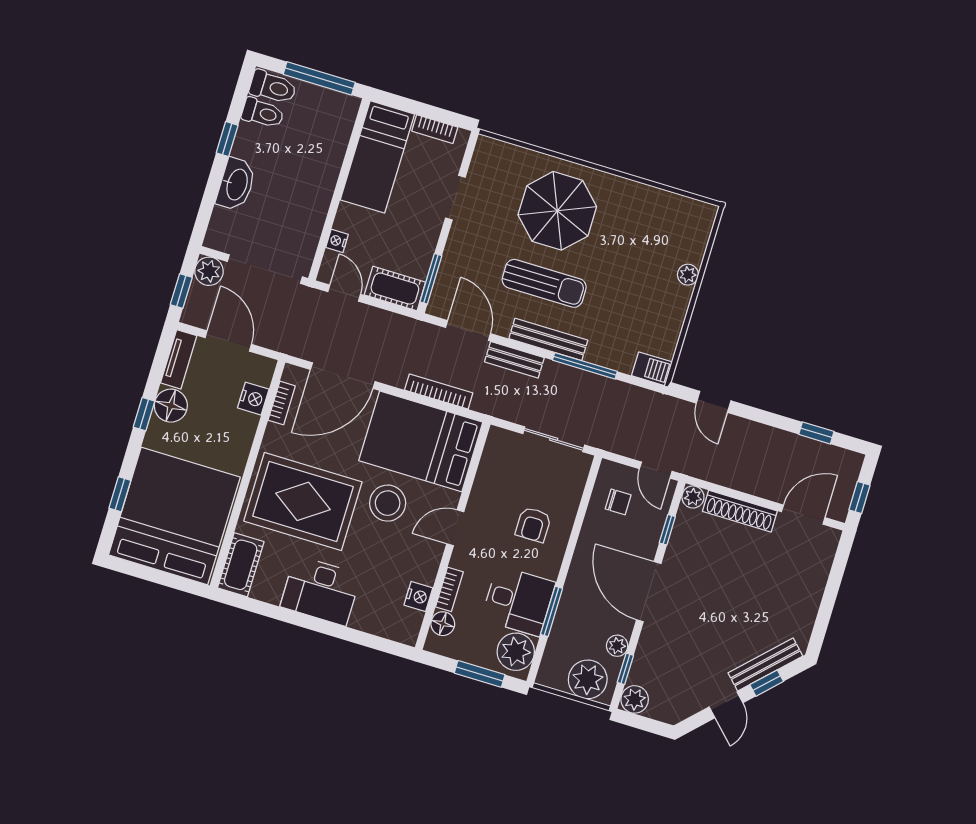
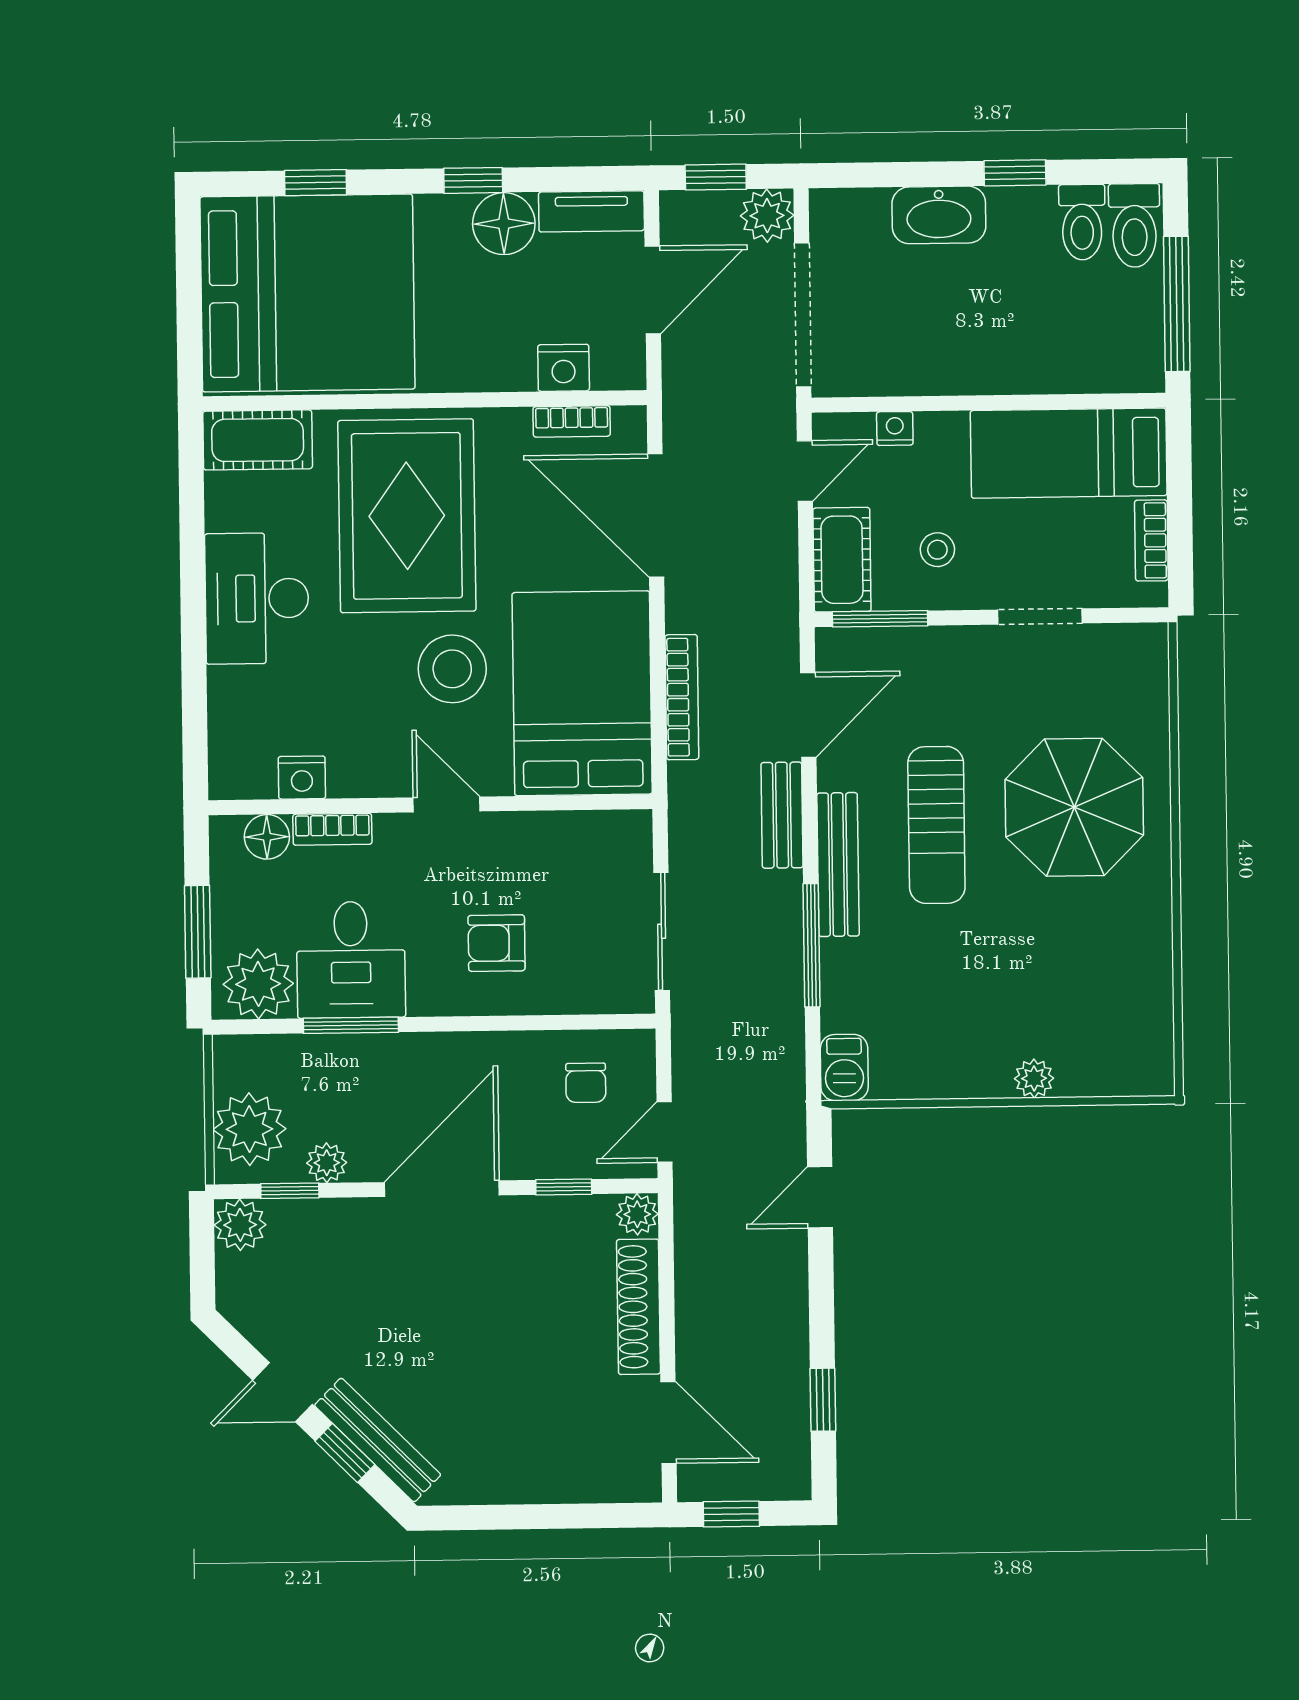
stool: (405, 239) -> (937, 550), added

